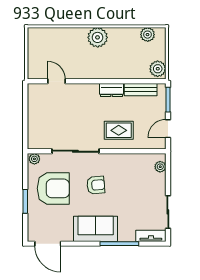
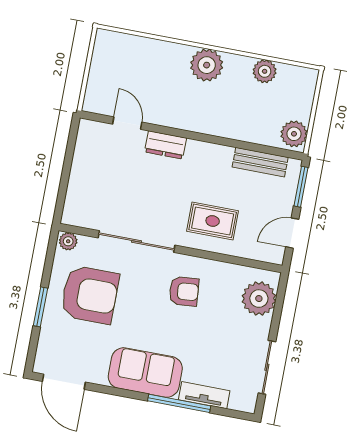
plant: (148, 35) -> (265, 71), moved
dresser: (111, 90) -> (165, 145), moved
plant: (160, 167) -> (259, 299), width x1.88, depth x1.88
armchair: (96, 185) -> (184, 291), moved
tv unit: (151, 236) -> (204, 395), moved

